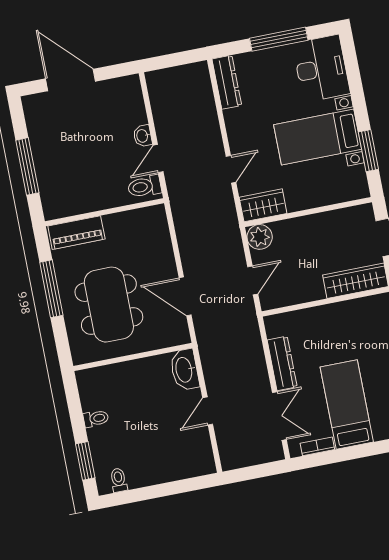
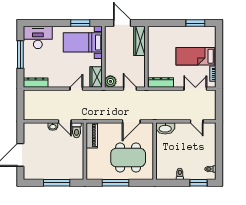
bed with nightstands: (318, 137) -> (83, 42), moved, turned 90
door: (231, 169) -> (76, 89), hinge flipped
piano: (76, 233) -> (92, 135), moved
dresser: (282, 363) -> (161, 82), moved
door: (208, 411) -> (197, 121), moved

